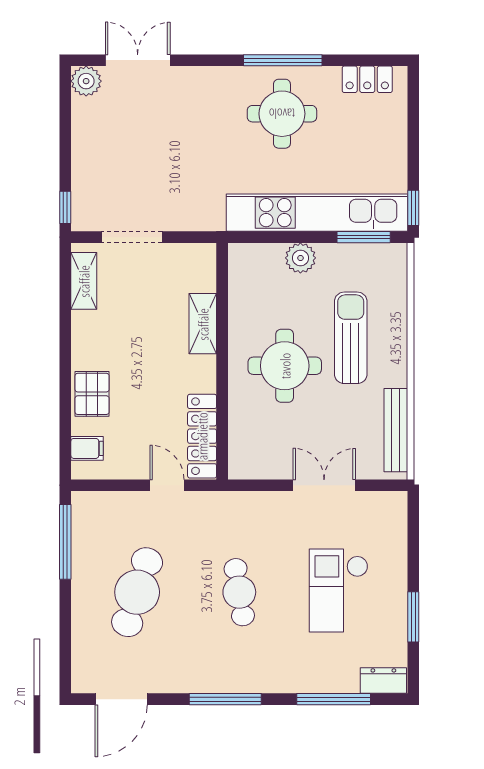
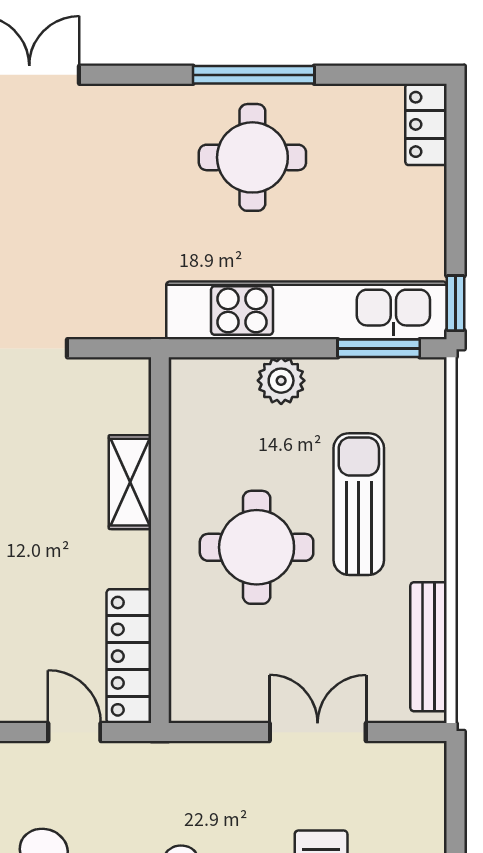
locker: (367, 79) -> (426, 124), moved, turned 90

